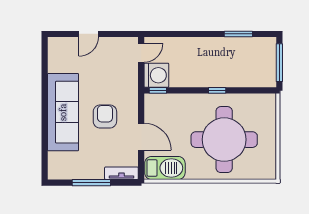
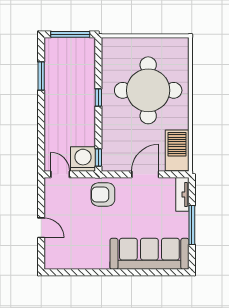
sofa: (63, 112) -> (149, 254), moved
armchair: (105, 116) -> (103, 195), moved

